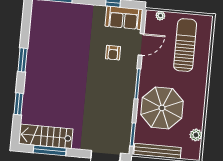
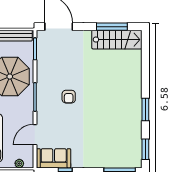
armchair: (113, 53) -> (69, 97), moved, turned 180
window: (18, 104) -> (145, 149), moved

